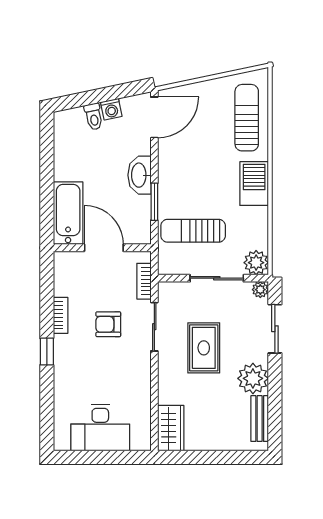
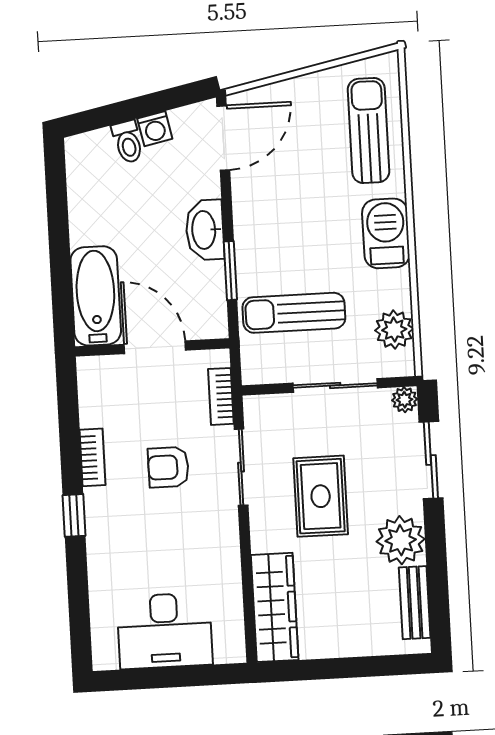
plant: (256, 263) -> (394, 330), moved
wardrobe: (171, 428) -> (275, 607), width x1.50

